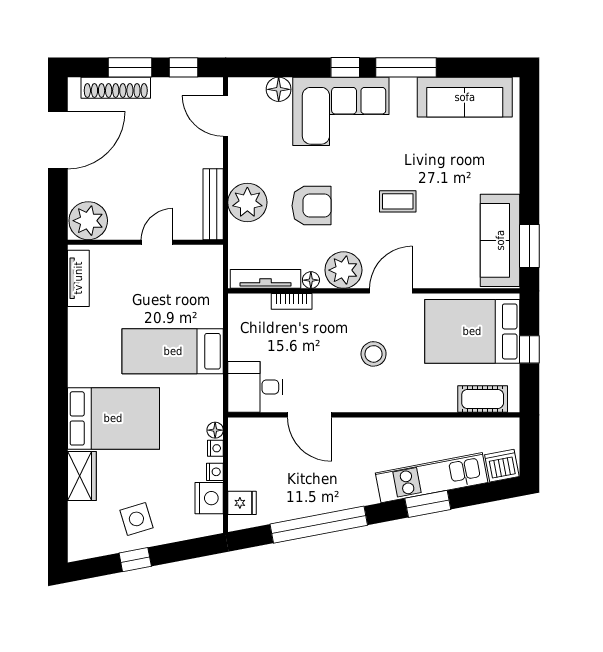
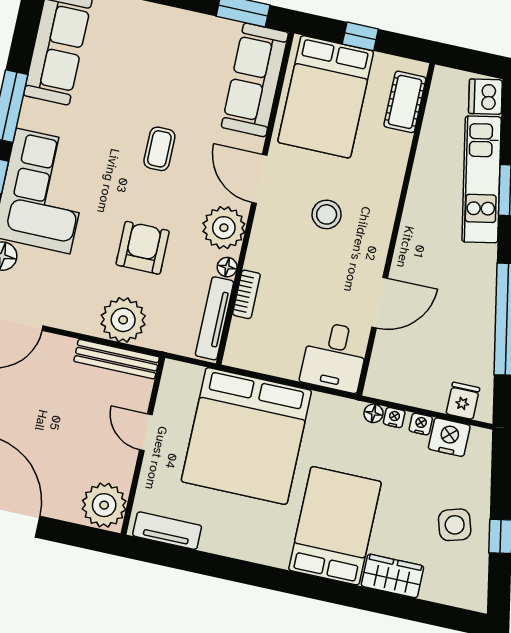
sofa: (500, 240) -> (255, 80), moved, turned 90
bed: (173, 351) -> (246, 436), width x2.04

